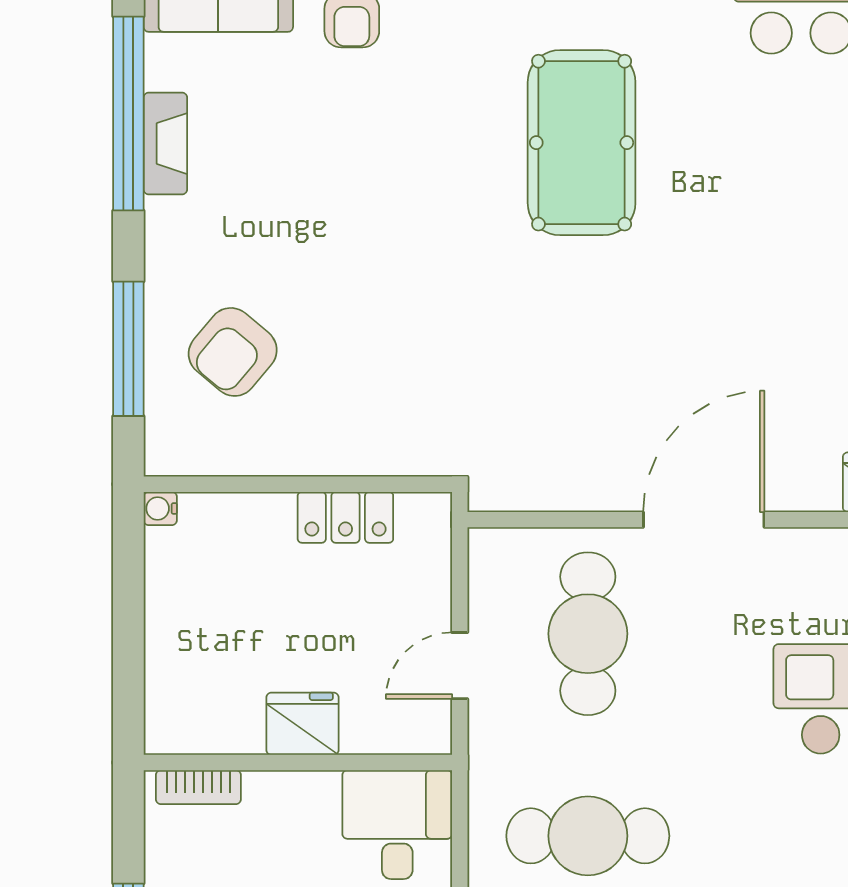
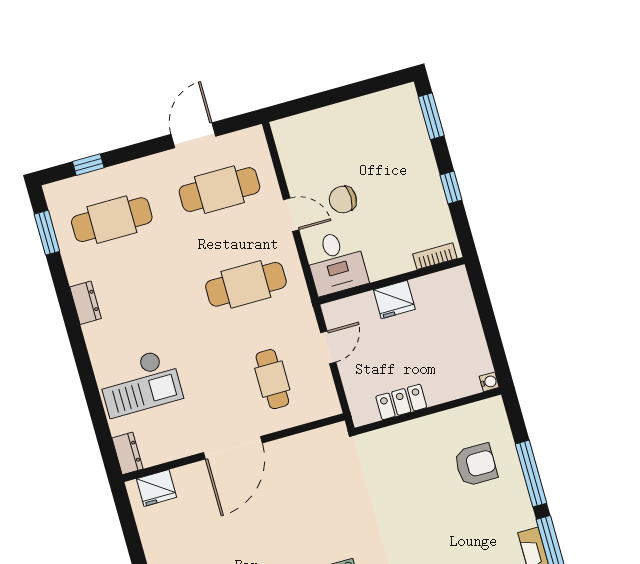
window: (128, 349) -> (531, 474), moved
armchair: (233, 352) -> (476, 465), turned 50
cafe table: (588, 634) -> (272, 379), width x0.73, depth x0.74

